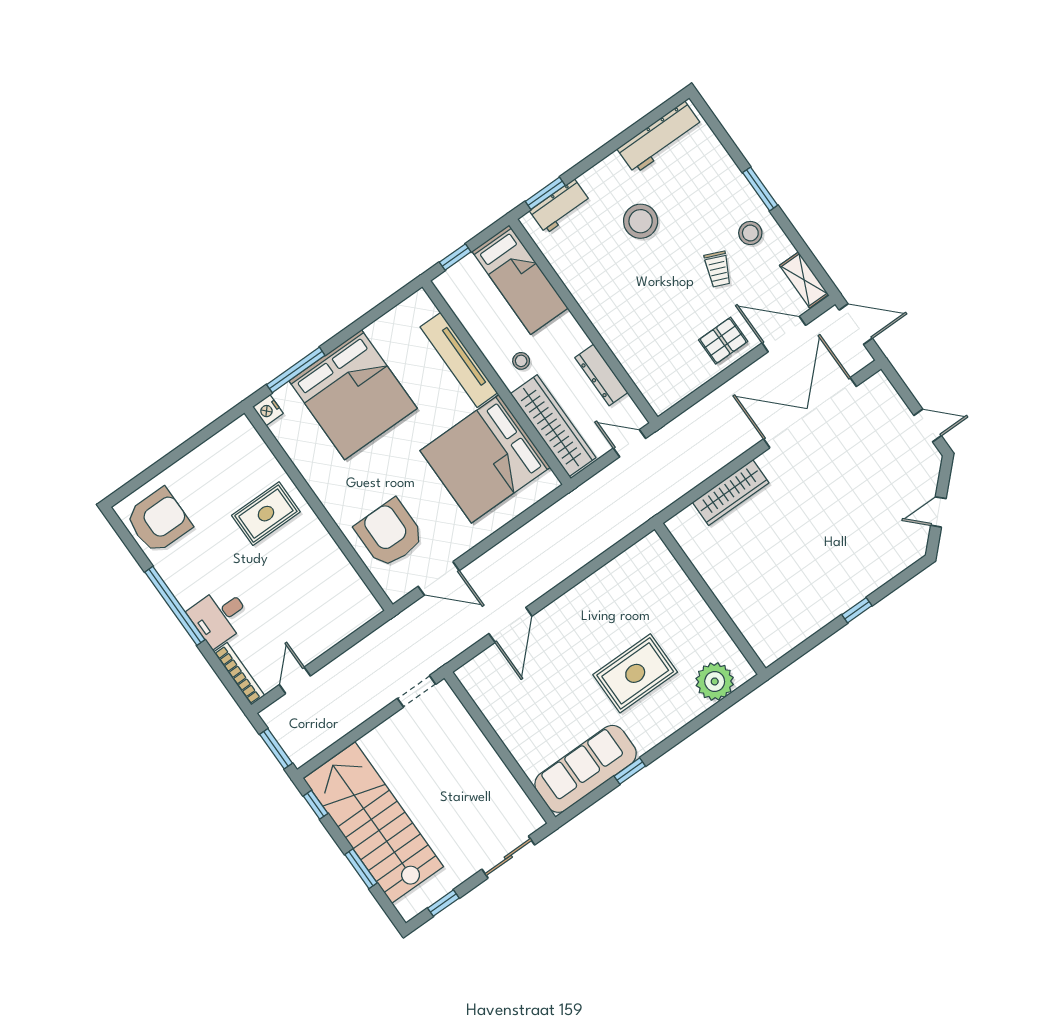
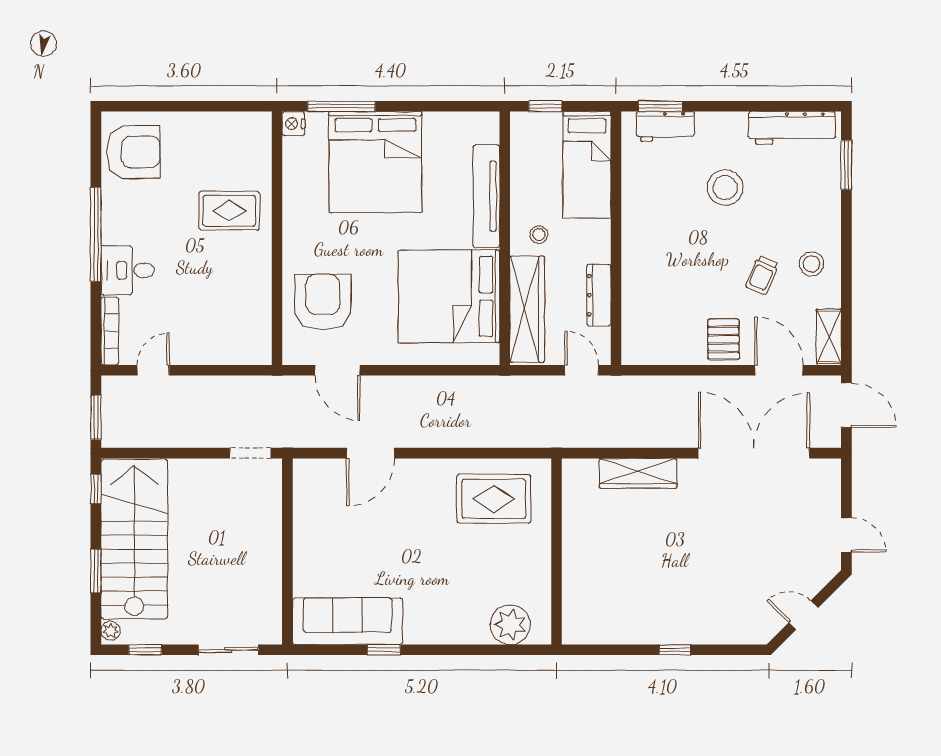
window: (760, 189) -> (846, 165), moved
pallet: (723, 341) -> (723, 339), turned 90
rug: (635, 673) -> (494, 499), moved
plant: (406, 907) -> (111, 631), added

